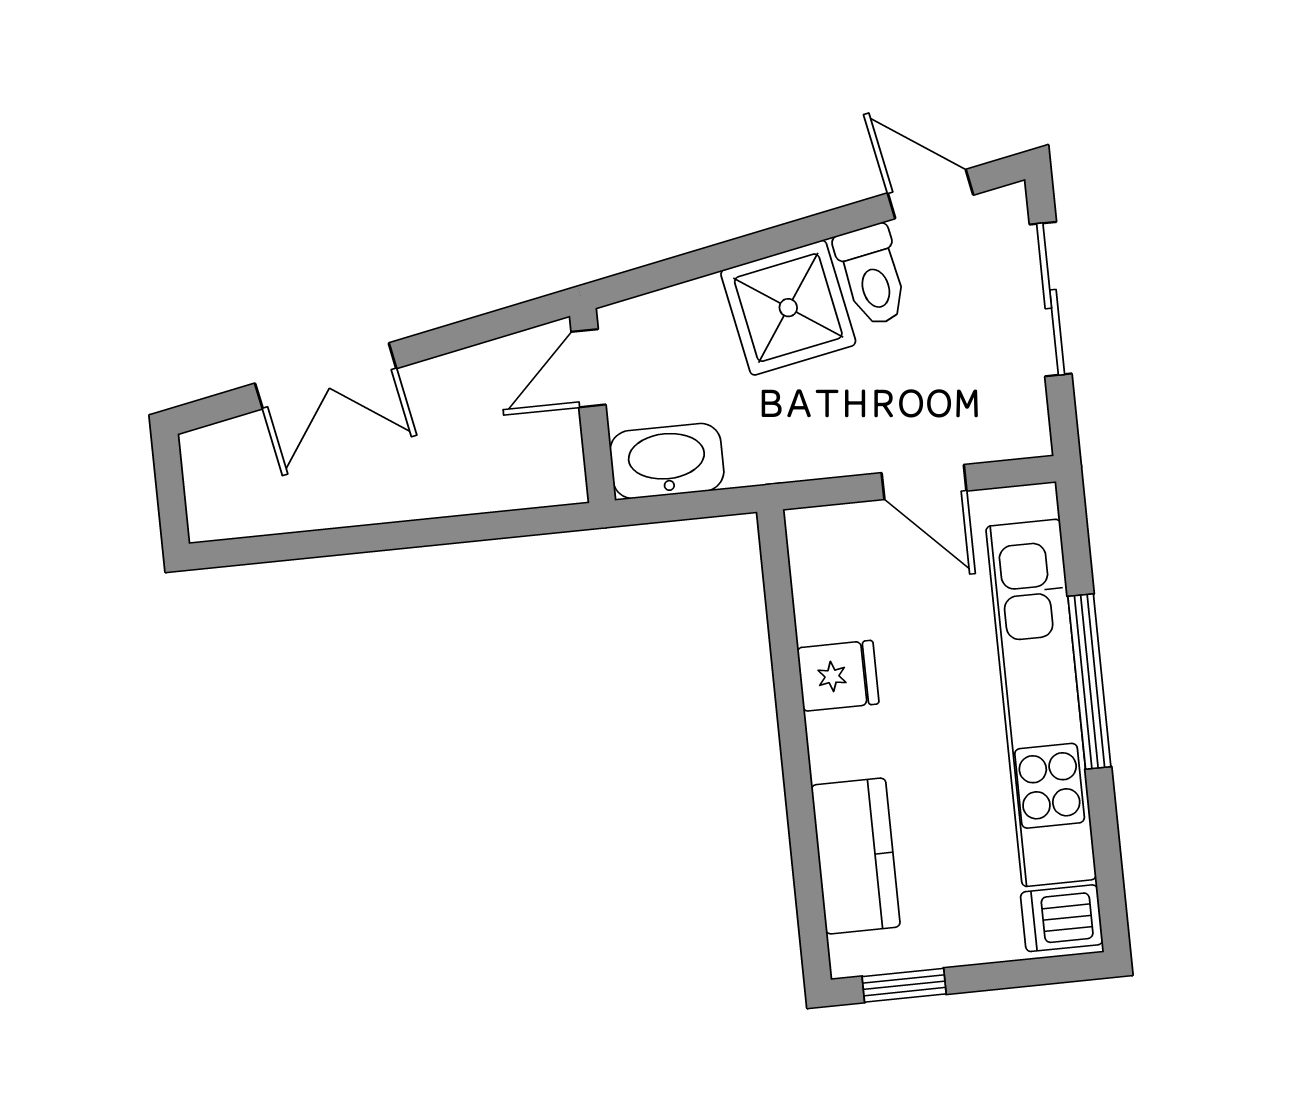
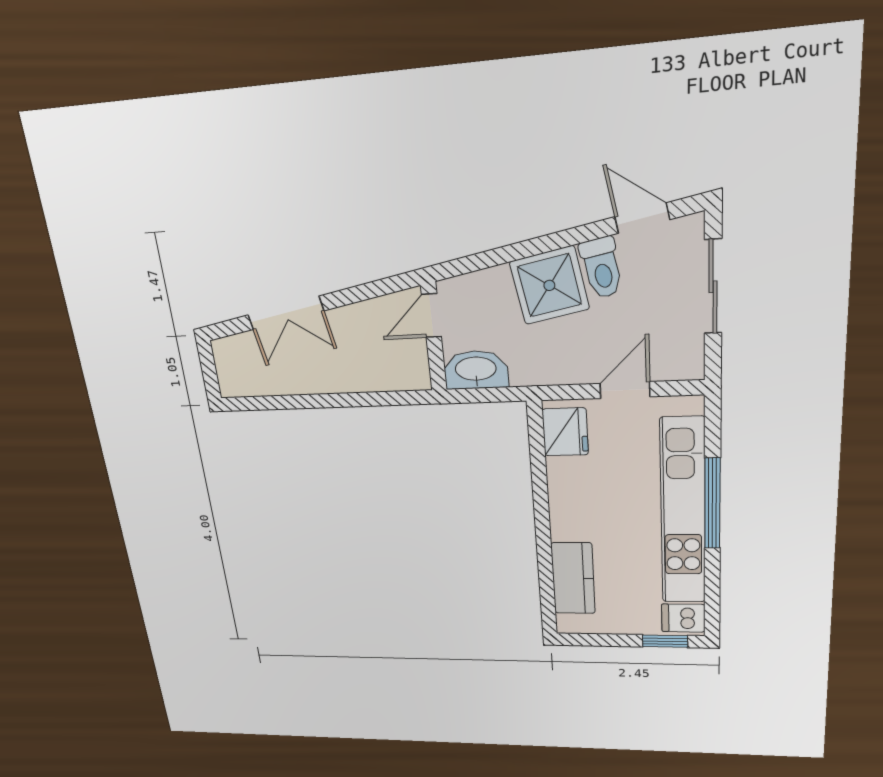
door: (924, 482) -> (625, 390), swing flipped
fridge: (838, 676) -> (565, 432), moved, width x1.38
window: (904, 985) -> (665, 641), moved

